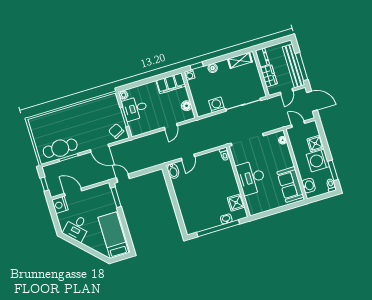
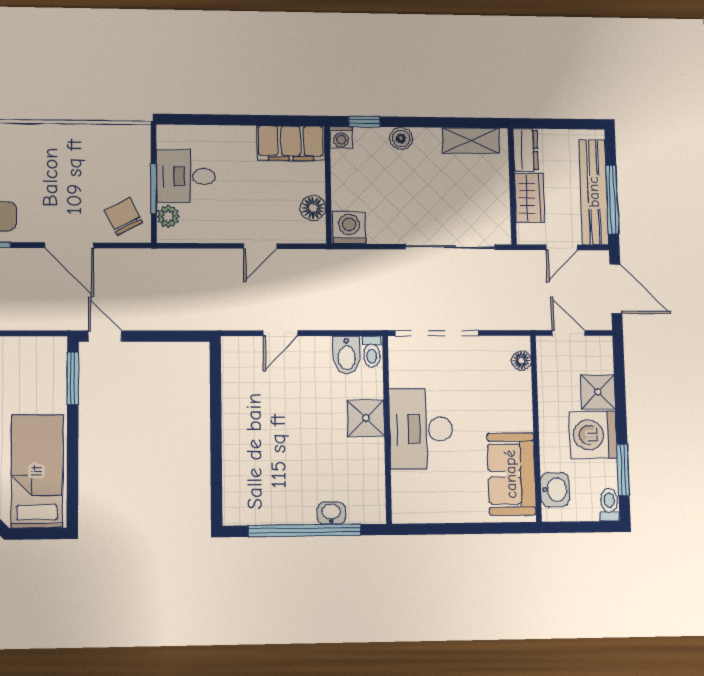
plant: (124, 95) -> (168, 216), moved
washing machine: (217, 105) -> (349, 228), moved
bidet: (173, 171) -> (347, 355), moved
shower: (236, 202) -> (366, 418), moved

